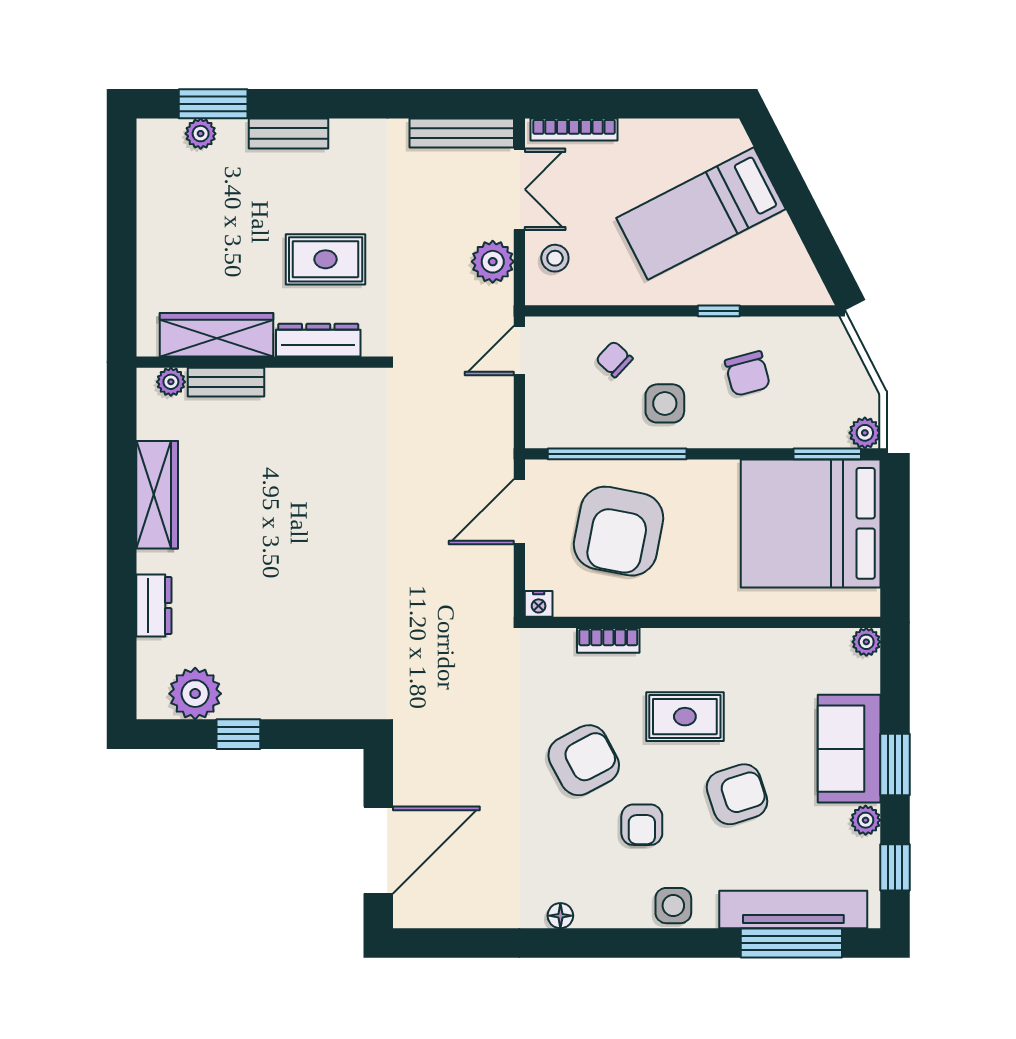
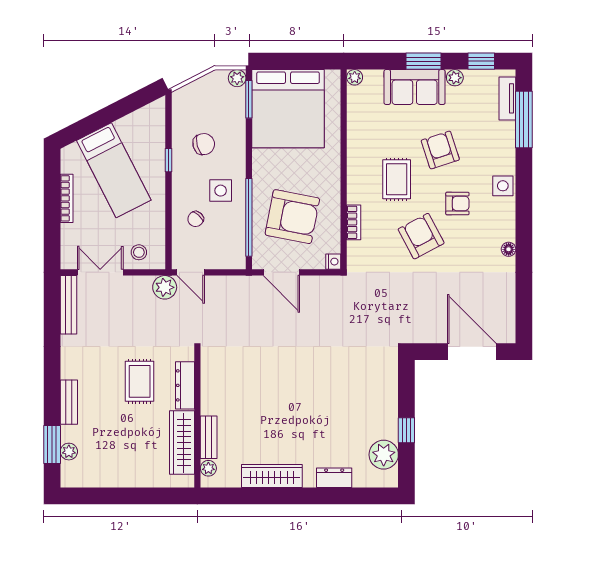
bookcase: (574, 129) -> (67, 198), moved
plant: (493, 262) -> (165, 287), moved
tv unit: (793, 909) -> (507, 98), width x0.52, depth x0.78

